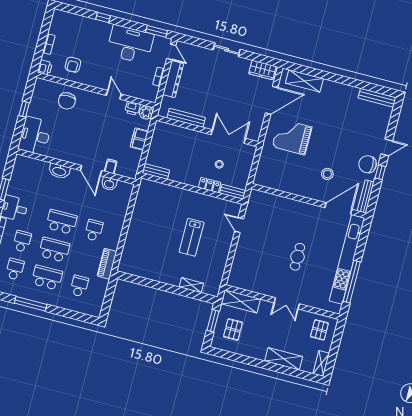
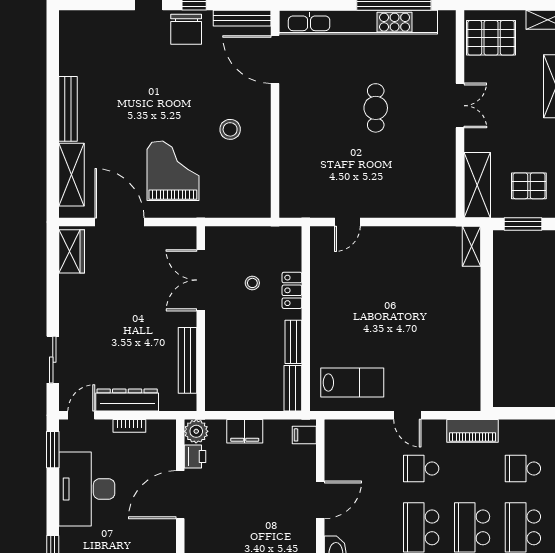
sliding door: (227, 50) -> (53, 360), moved
door: (114, 95) -> (180, 495), width x1.88
bench: (377, 98) -> (68, 109), moved
grand piano: (292, 137) -> (173, 171), turned 180
filing cabinet: (111, 166) -> (304, 435), moved
stool: (327, 174) -> (230, 129), moved
washbasin: (109, 184) -> (335, 463), removed
bench: (233, 192) -> (293, 342), moved
door: (125, 230) -> (407, 415), added
lab bench: (192, 237) -> (352, 383), moved
cafe table: (297, 257) -> (376, 108), turned 90
shelving: (191, 285) -> (472, 246), moved
pallet: (319, 330) -> (491, 38), width x1.50, depth x1.42

